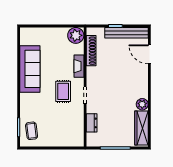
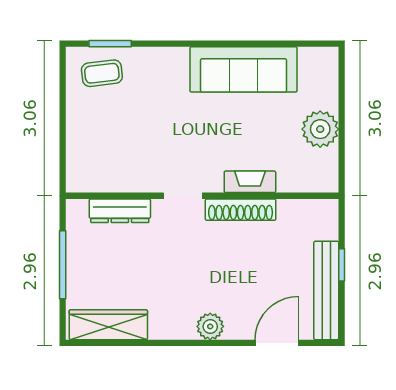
plant: (76, 35) -> (320, 129), moved
shoe rack: (91, 51) -> (241, 210), moved
rug: (63, 91) -> (192, 145), removed
plant: (142, 104) -> (210, 326), moved
dresser: (92, 123) -> (120, 211), width x1.44

